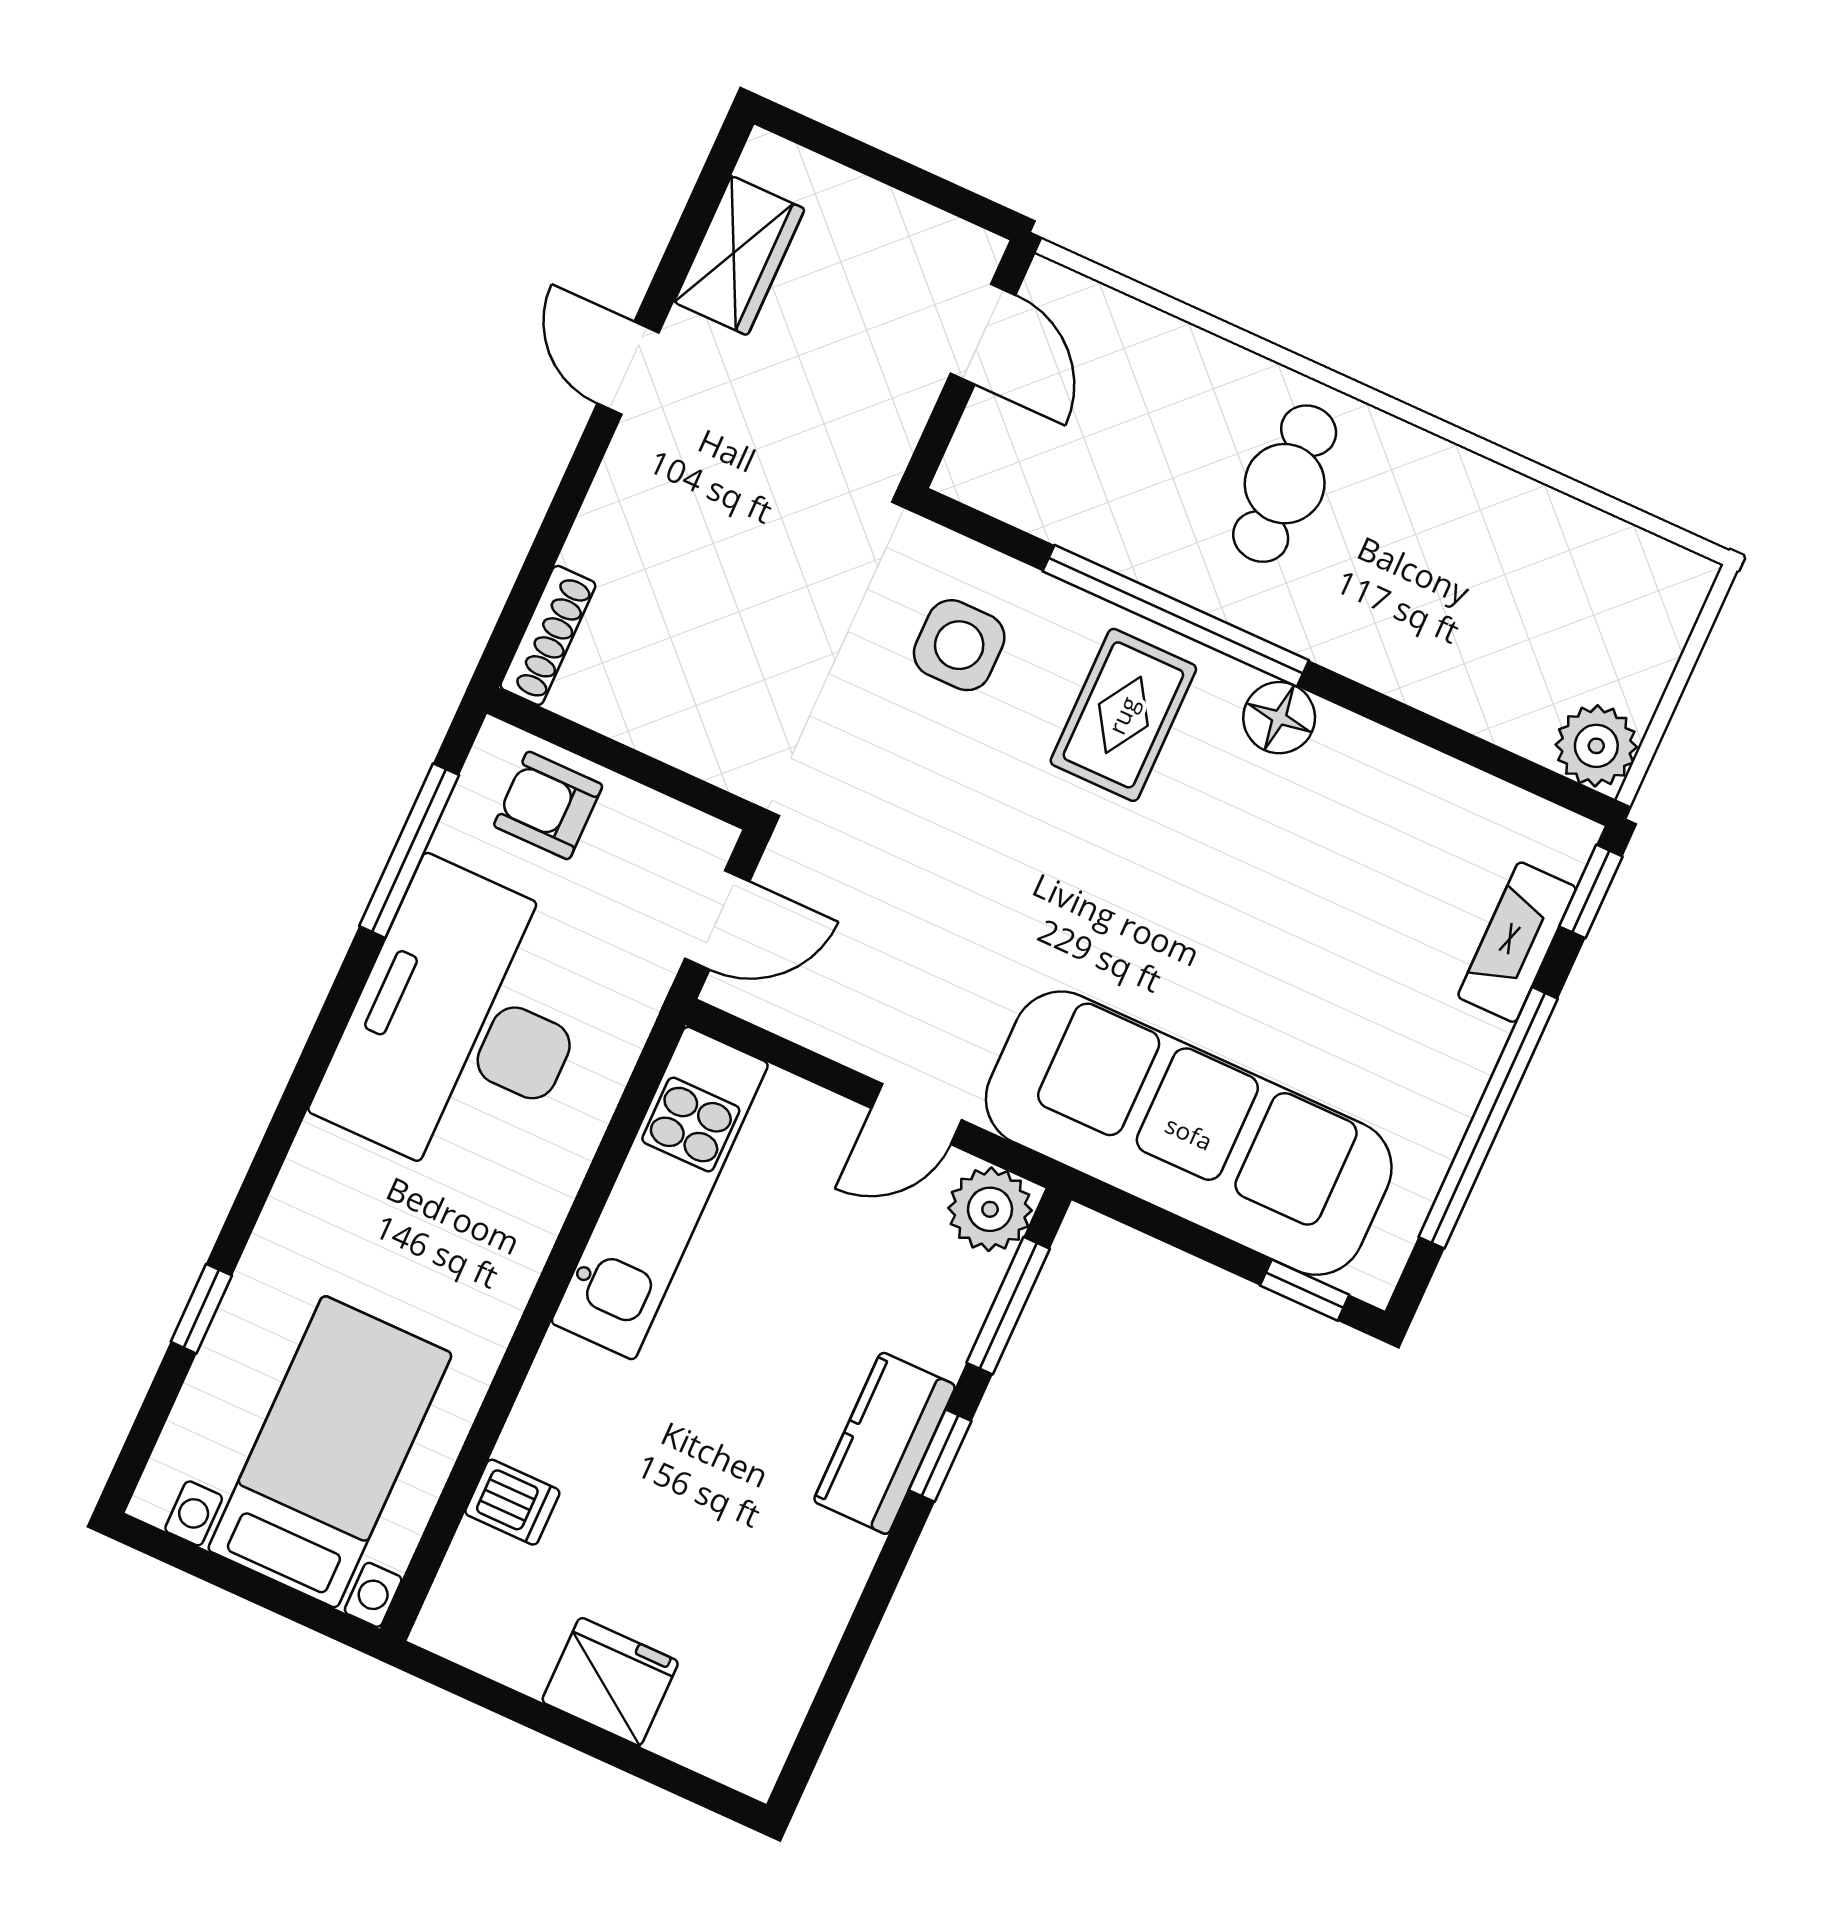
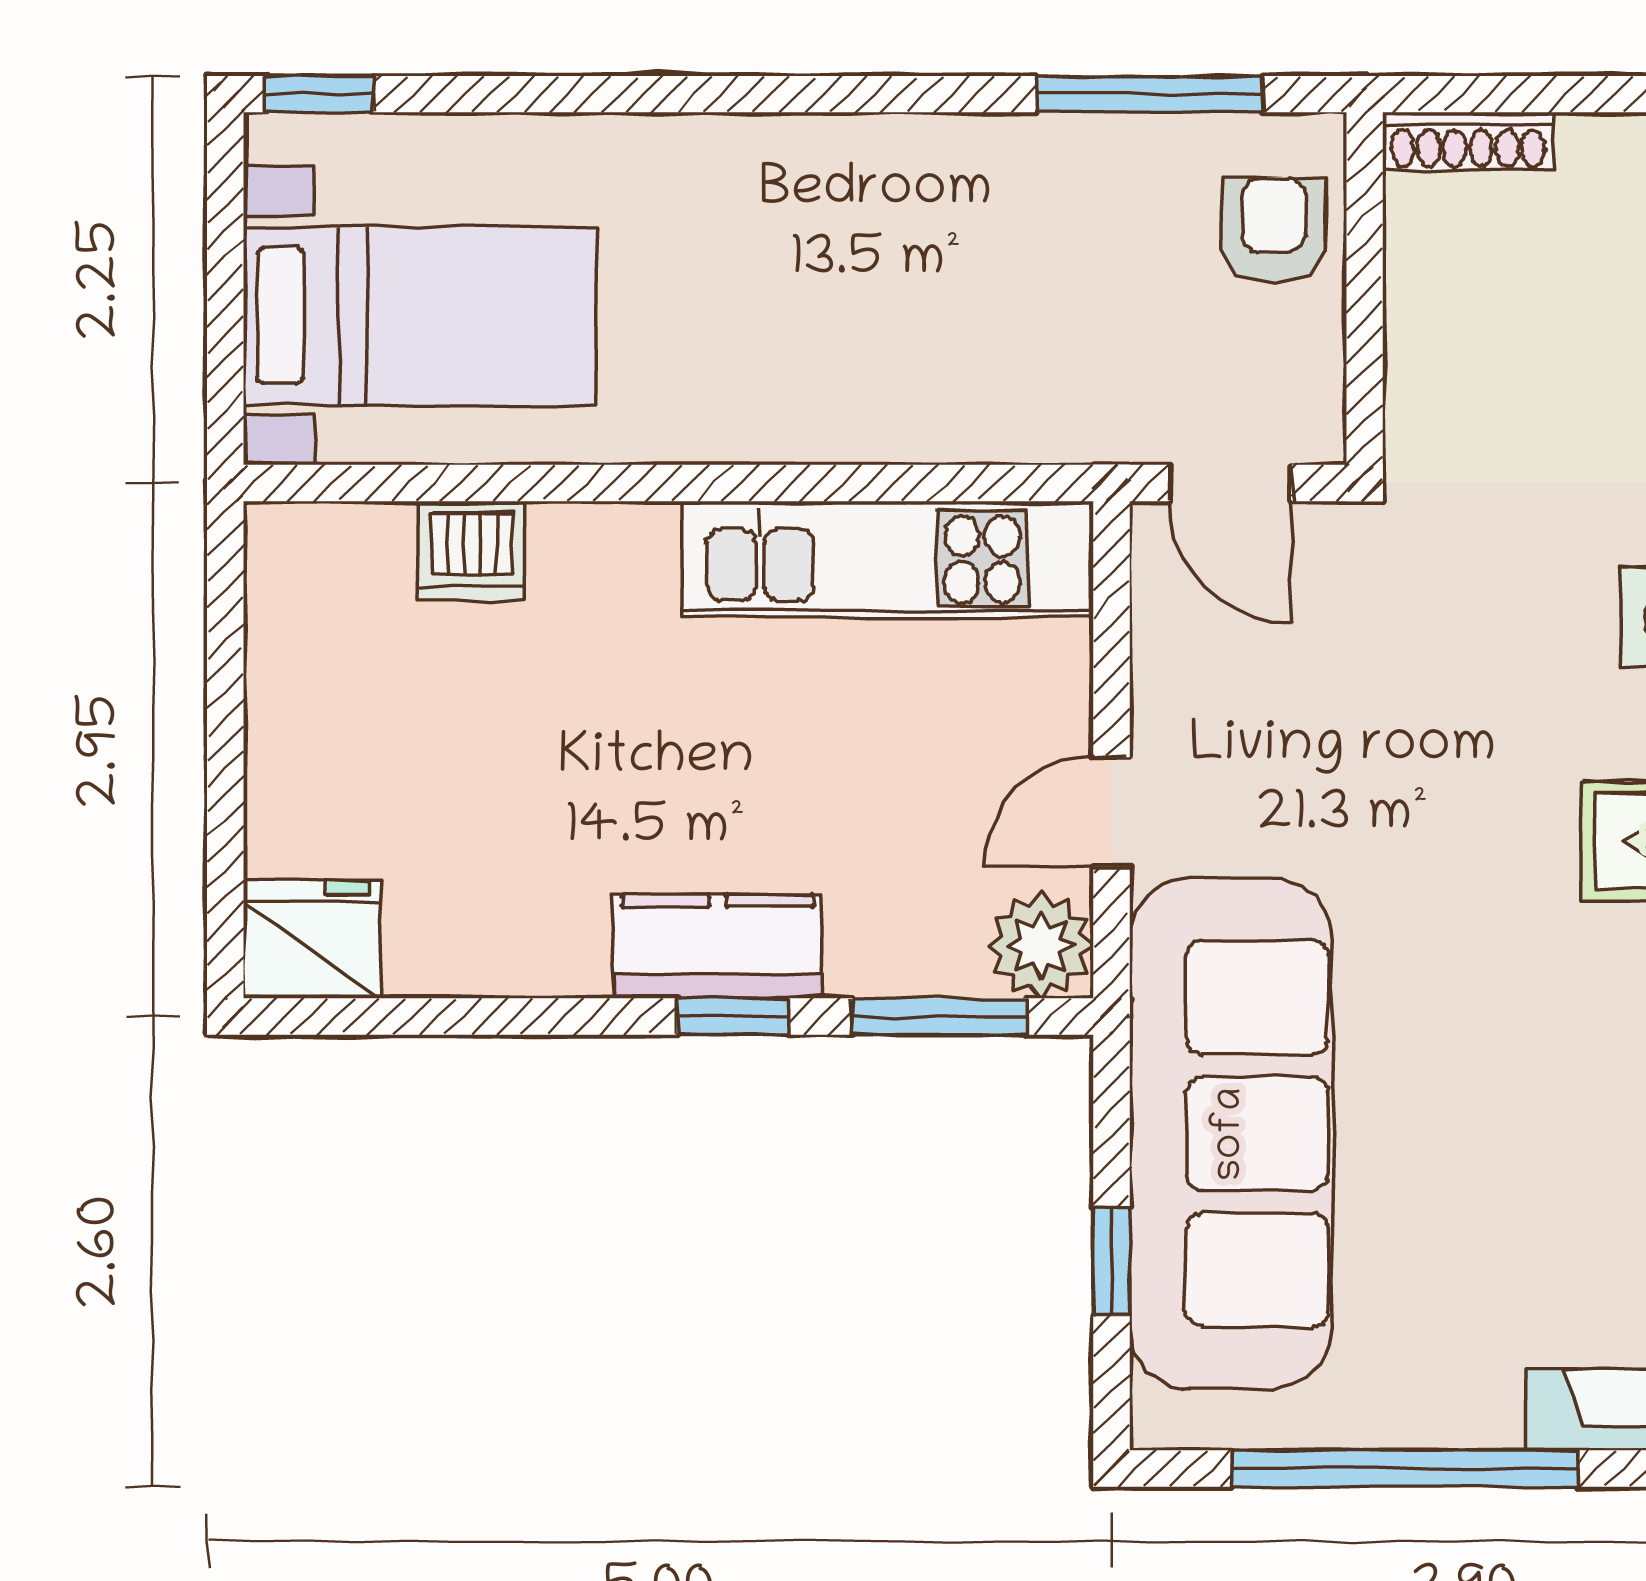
desk: (463, 1025) -> (977, 247), removed
door: (916, 1114) -> (1111, 812), hinge flipped
window: (1305, 1290) -> (1111, 1262), moved
window: (201, 1309) -> (320, 94), moved
dishwasher: (512, 1502) -> (472, 551), width x1.38
fridge: (610, 1682) -> (312, 939), moved, turned -90

